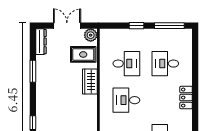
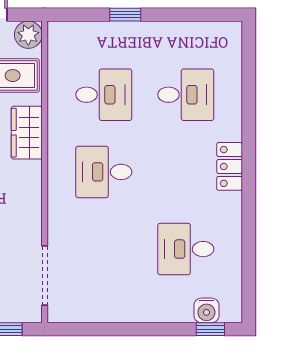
window: (169, 26) -> (195, 15), removed
desk: (165, 64) -> (186, 95), turned 180

